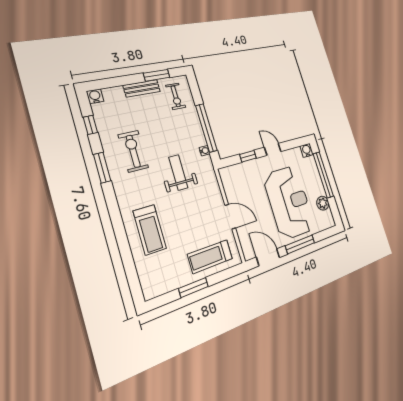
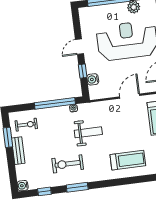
water cooler: (307, 150) -> (93, 79), moved
weight bench: (178, 172) -> (88, 132), turned 180

